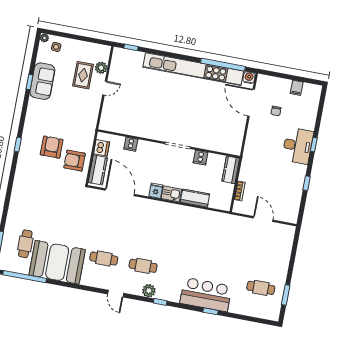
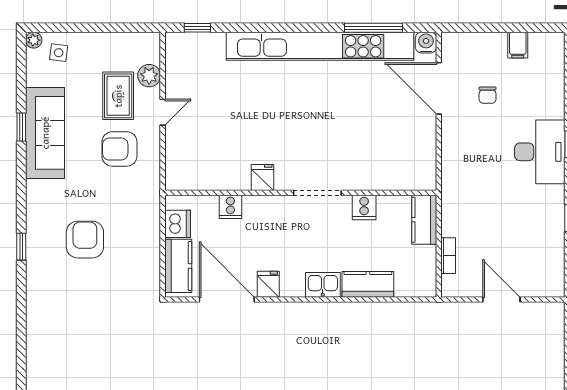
window: (223, 65) -> (373, 28), width x0.68
sofa: (42, 81) -> (45, 133), width x1.36
fridge: (150, 132) -> (263, 178), added
armchair: (74, 161) -> (119, 149), moved
fridge: (156, 191) -> (268, 284), moved

